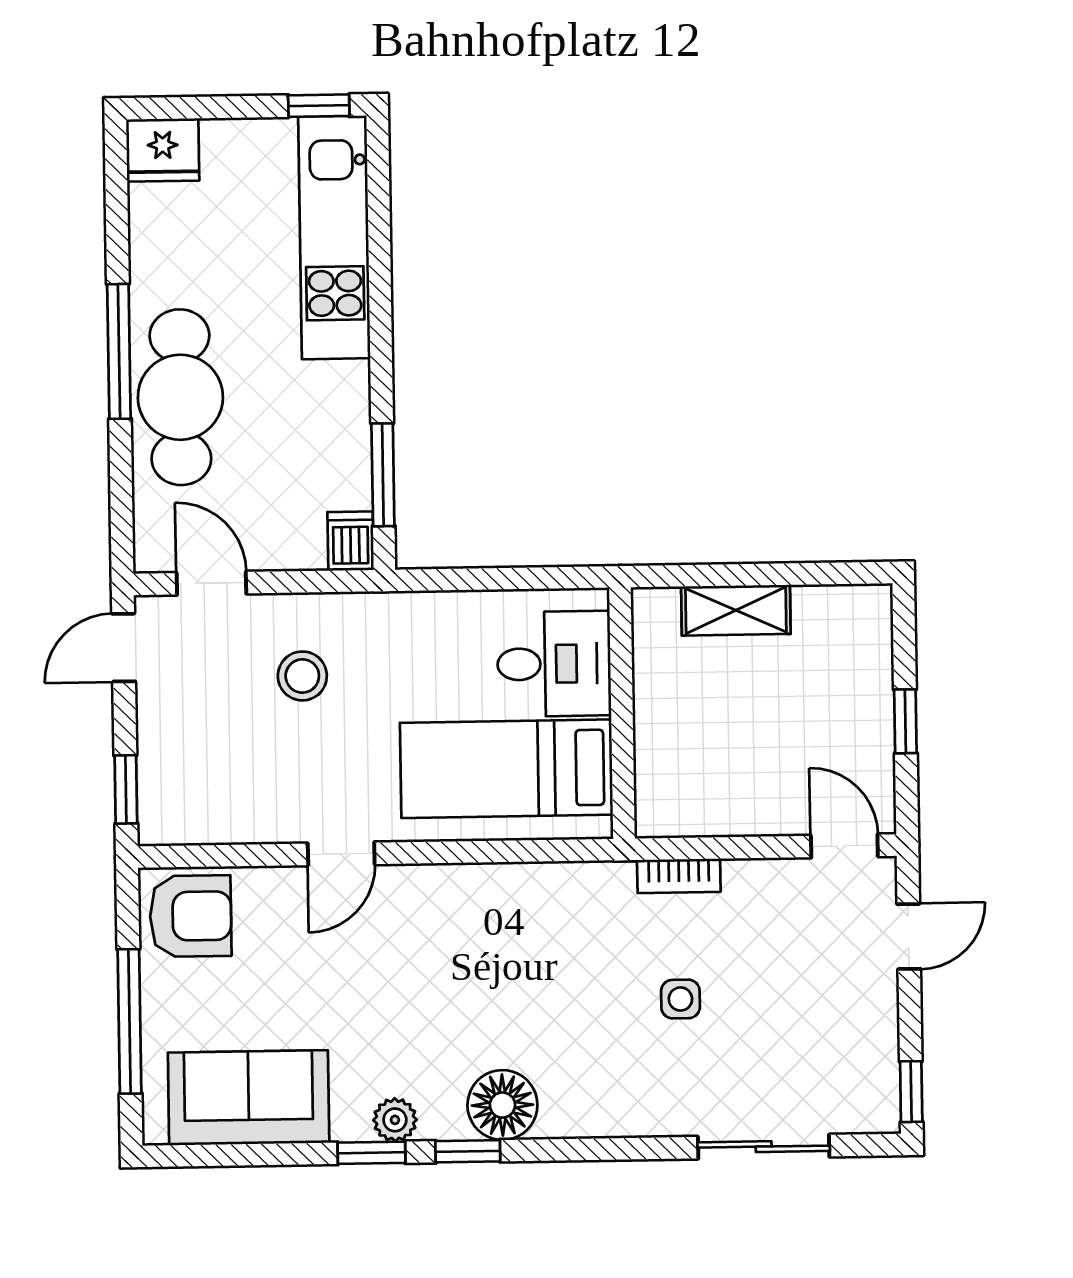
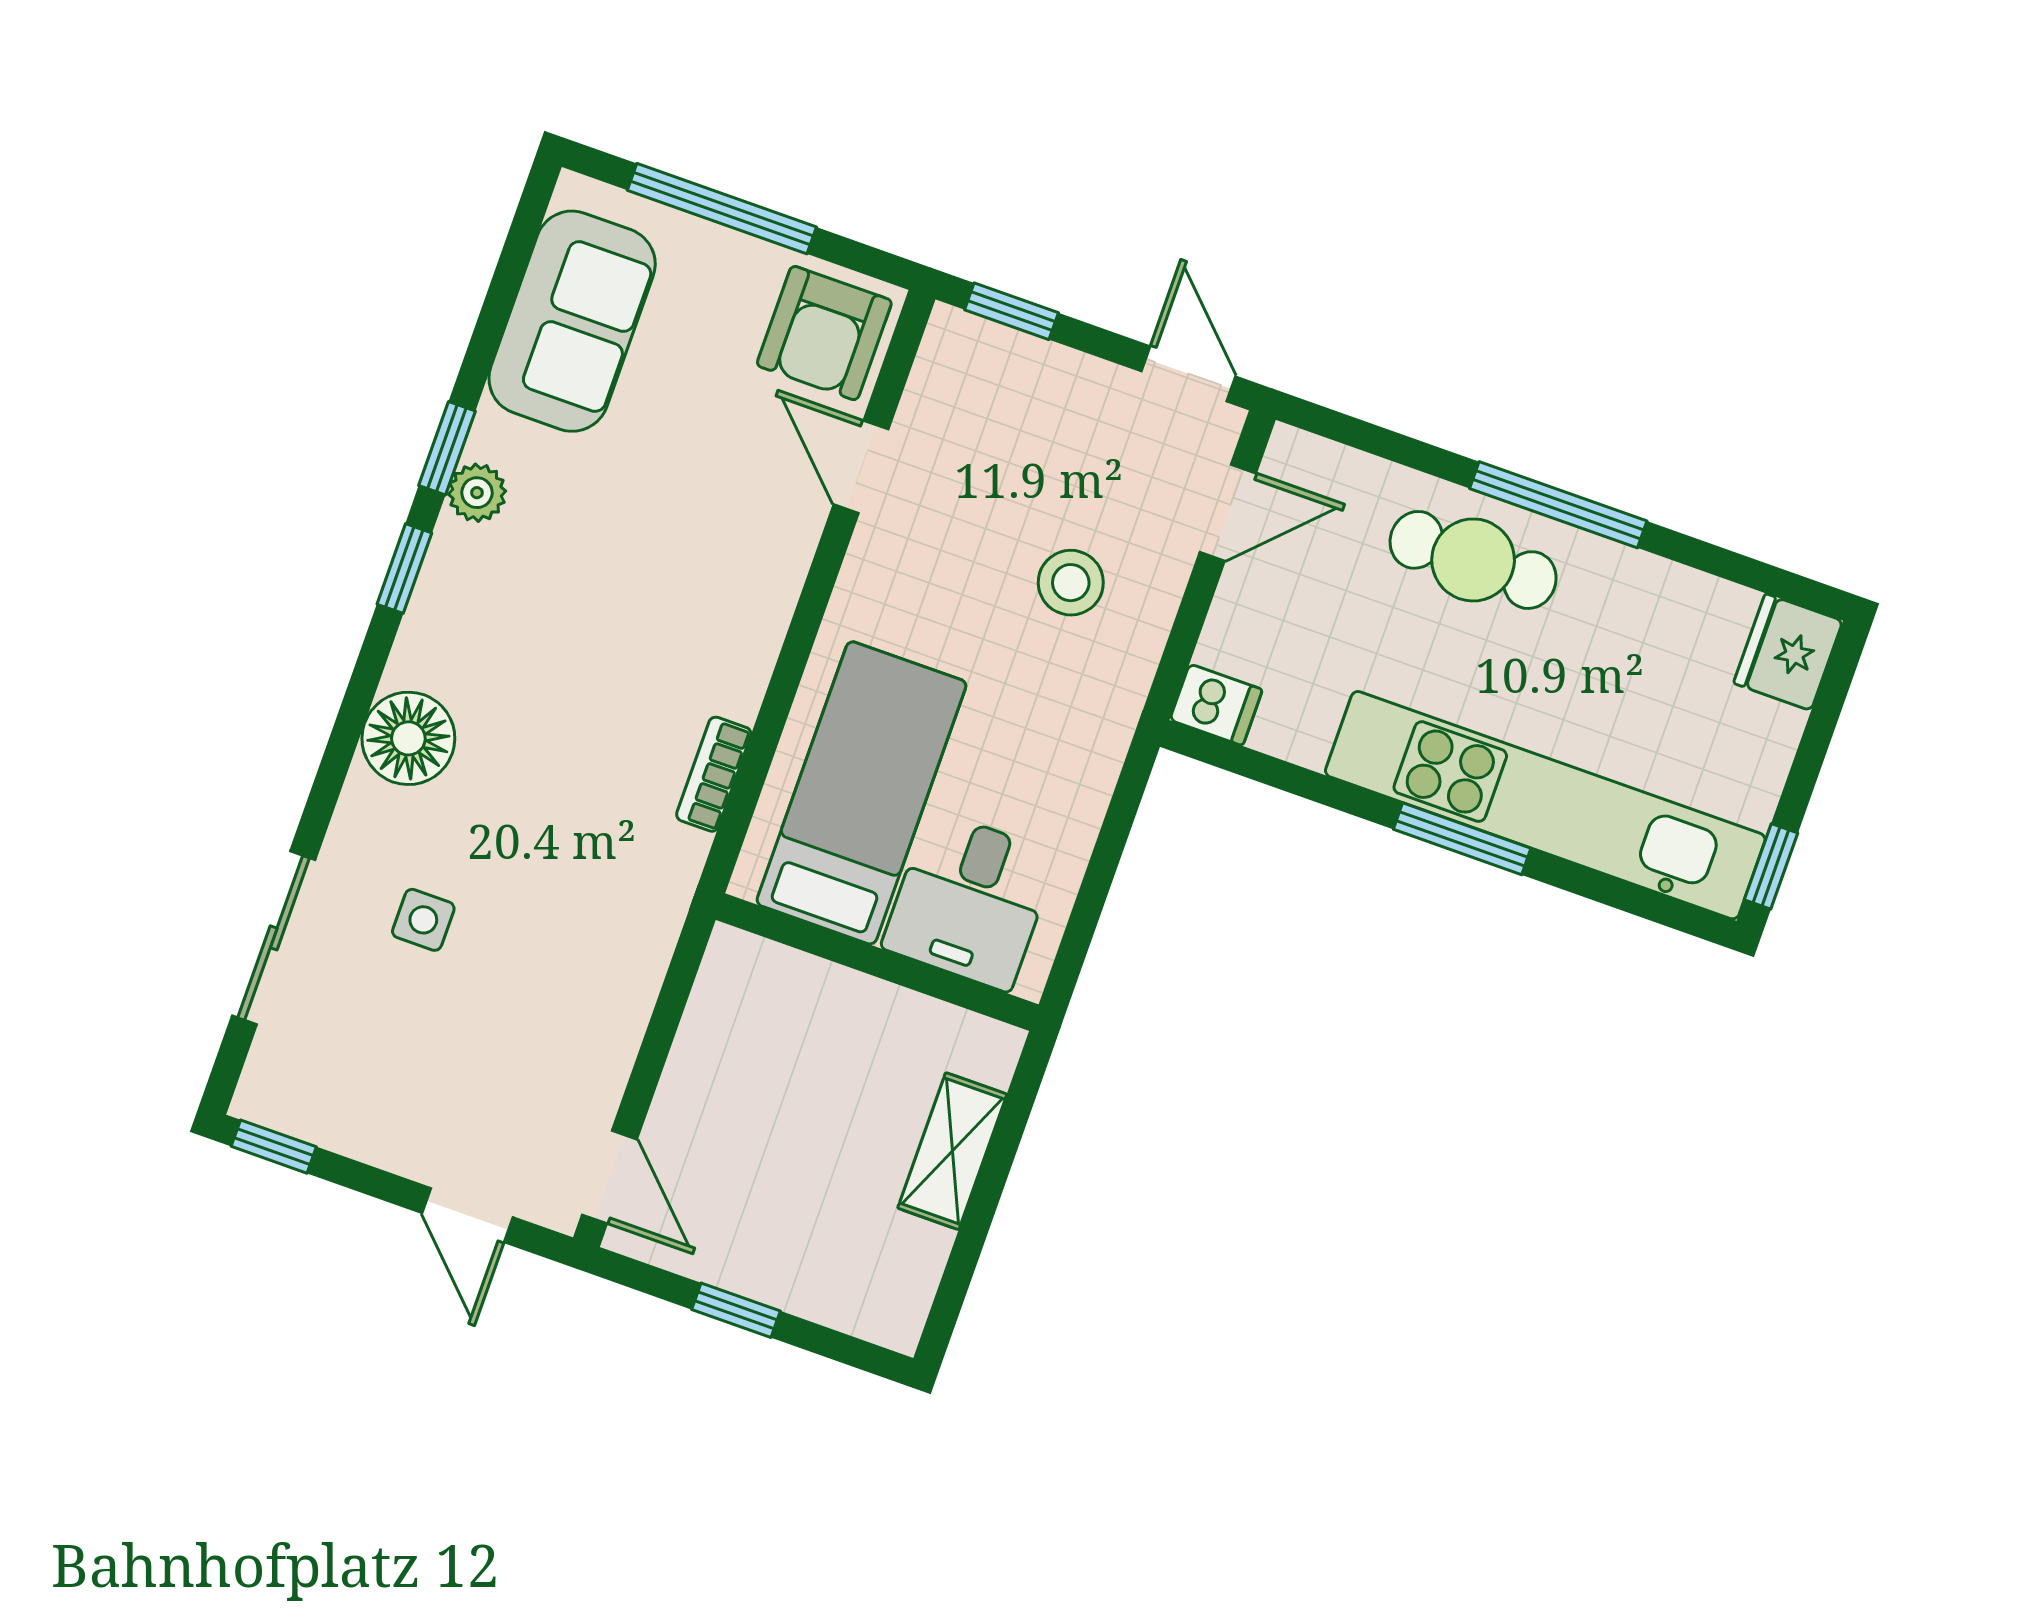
kitchen unit: (334, 237) -> (1545, 805), width x1.36
cafe table: (180, 397) -> (1473, 560), width x0.73, depth x0.74
window: (383, 475) -> (1462, 839), moved
door: (844, 846) -> (610, 1177), hinge flipped
door: (341, 854) -> (861, 467), moved
bookcase: (679, 876) -> (714, 774), moved
side table: (680, 999) -> (423, 920), moved
floor lamp: (502, 1105) -> (408, 738), moved

